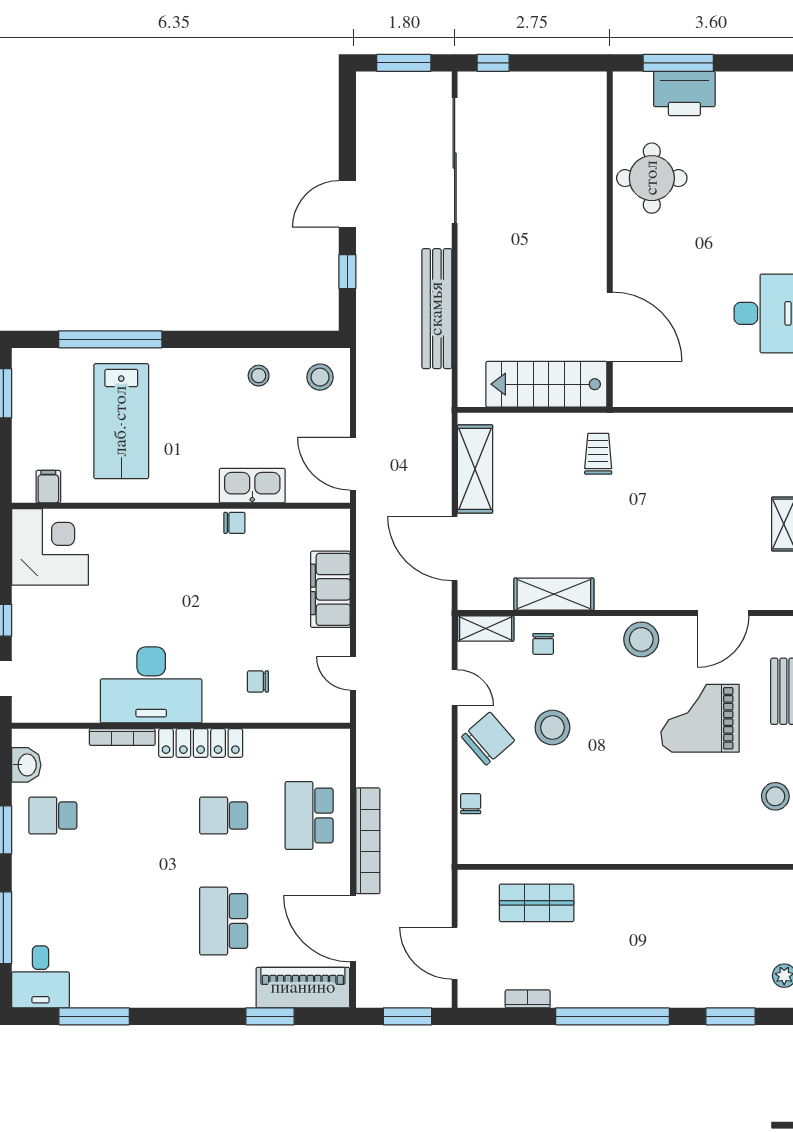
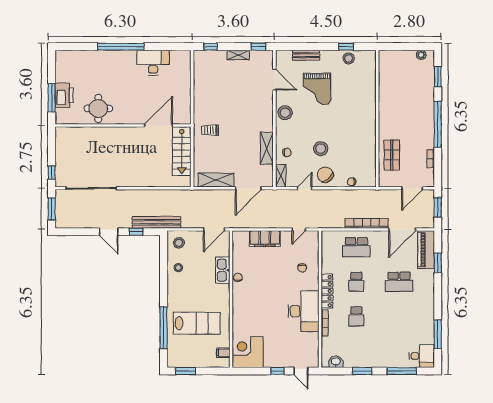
bench: (437, 309) -> (156, 222), moved
school desk: (53, 815) -> (356, 316), moved

